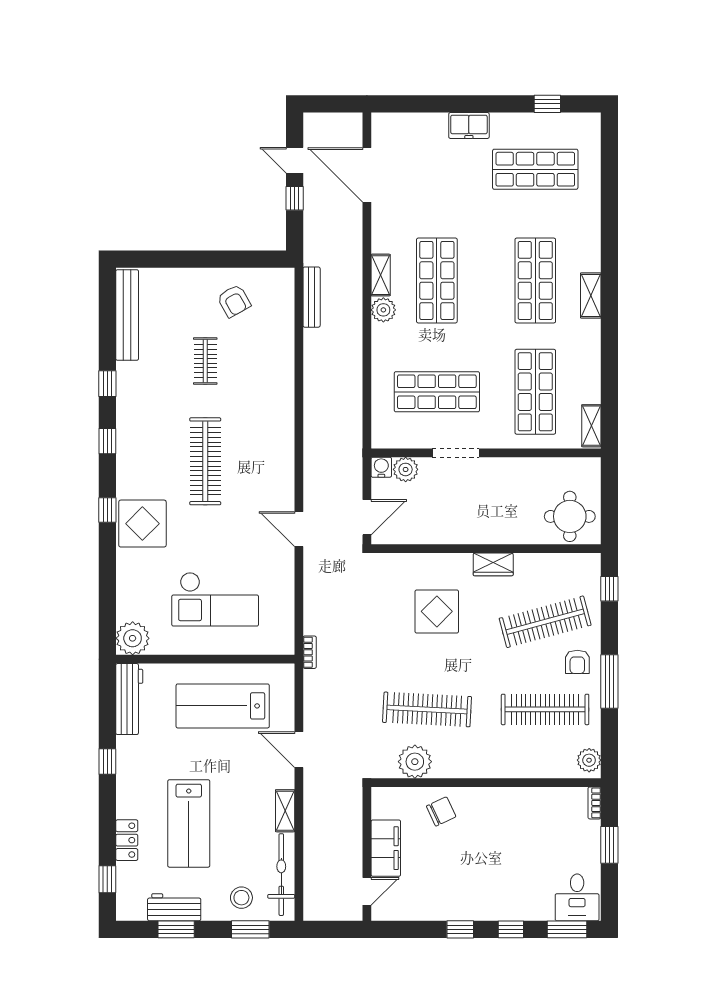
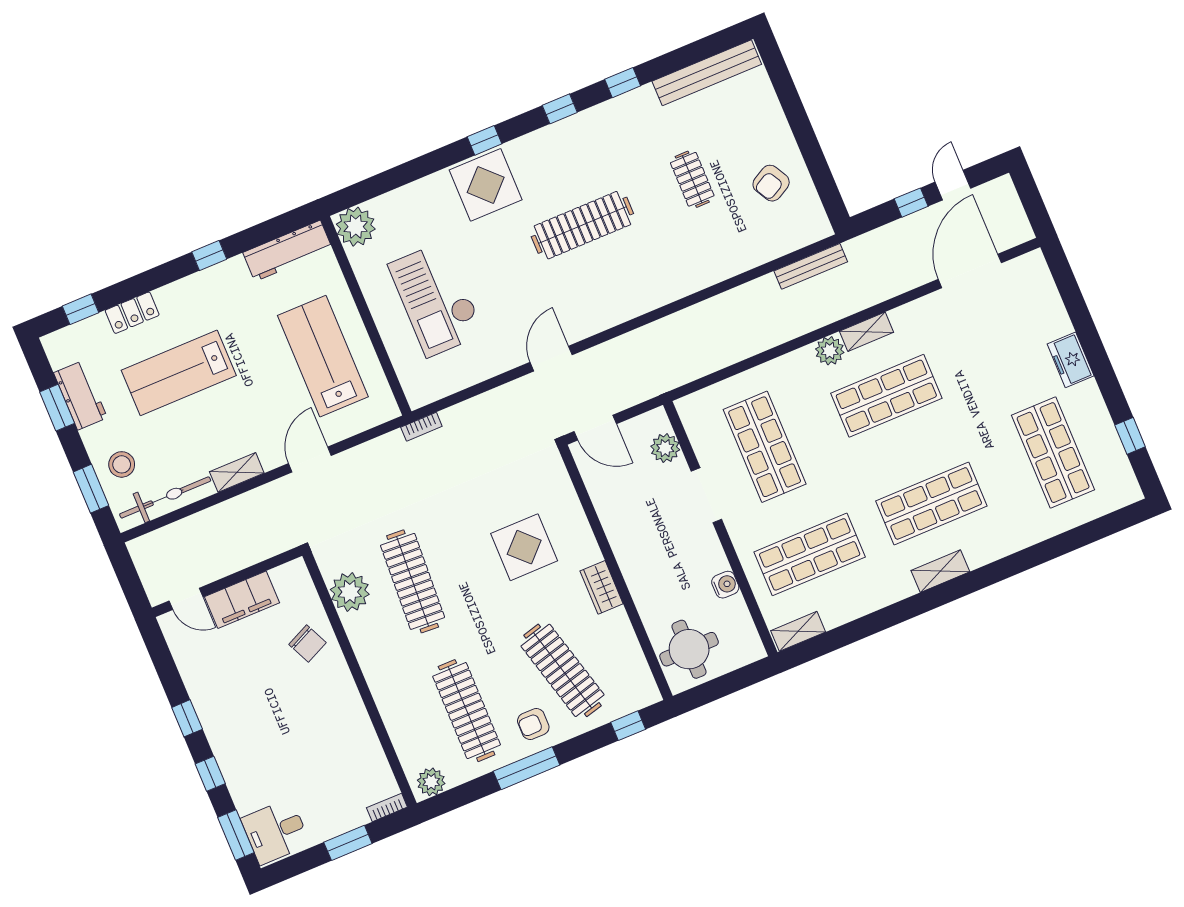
clothes rail: (205, 361) -> (692, 179), turned 90
water cooler: (381, 467) -> (725, 585), moved

